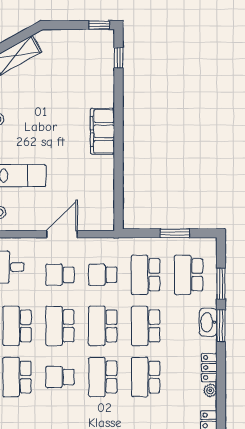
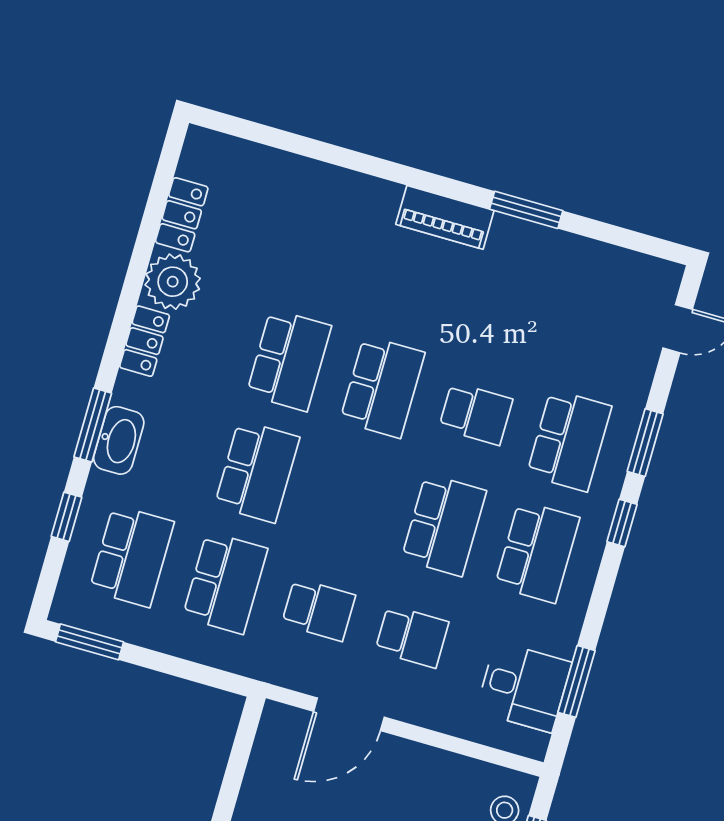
window: (175, 233) -> (89, 642), moved
door: (62, 234) -> (349, 714), moved
window: (221, 284) -> (66, 517), width x0.67
school desk: (103, 326) -> (350, 498), removed
plant: (210, 390) -> (173, 282), width x1.88, depth x1.88

